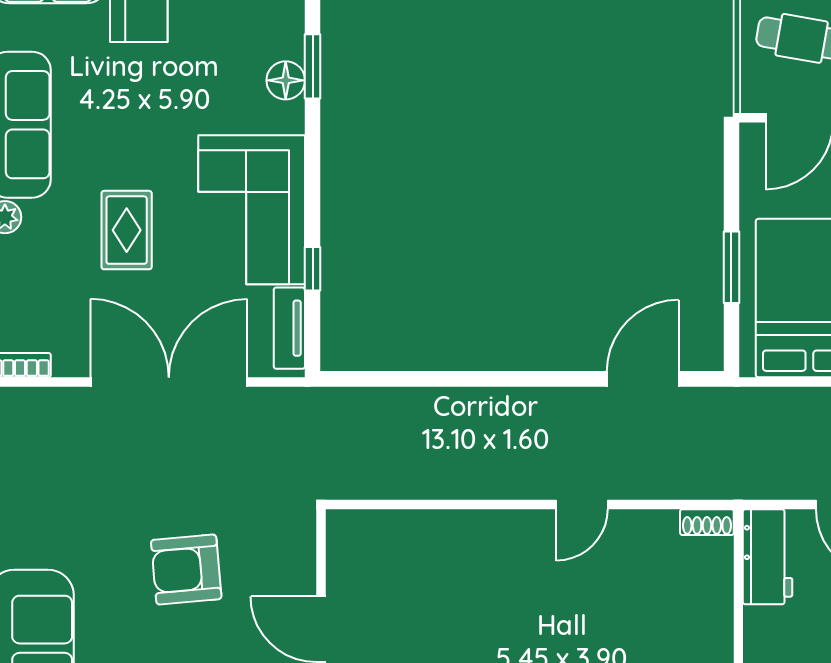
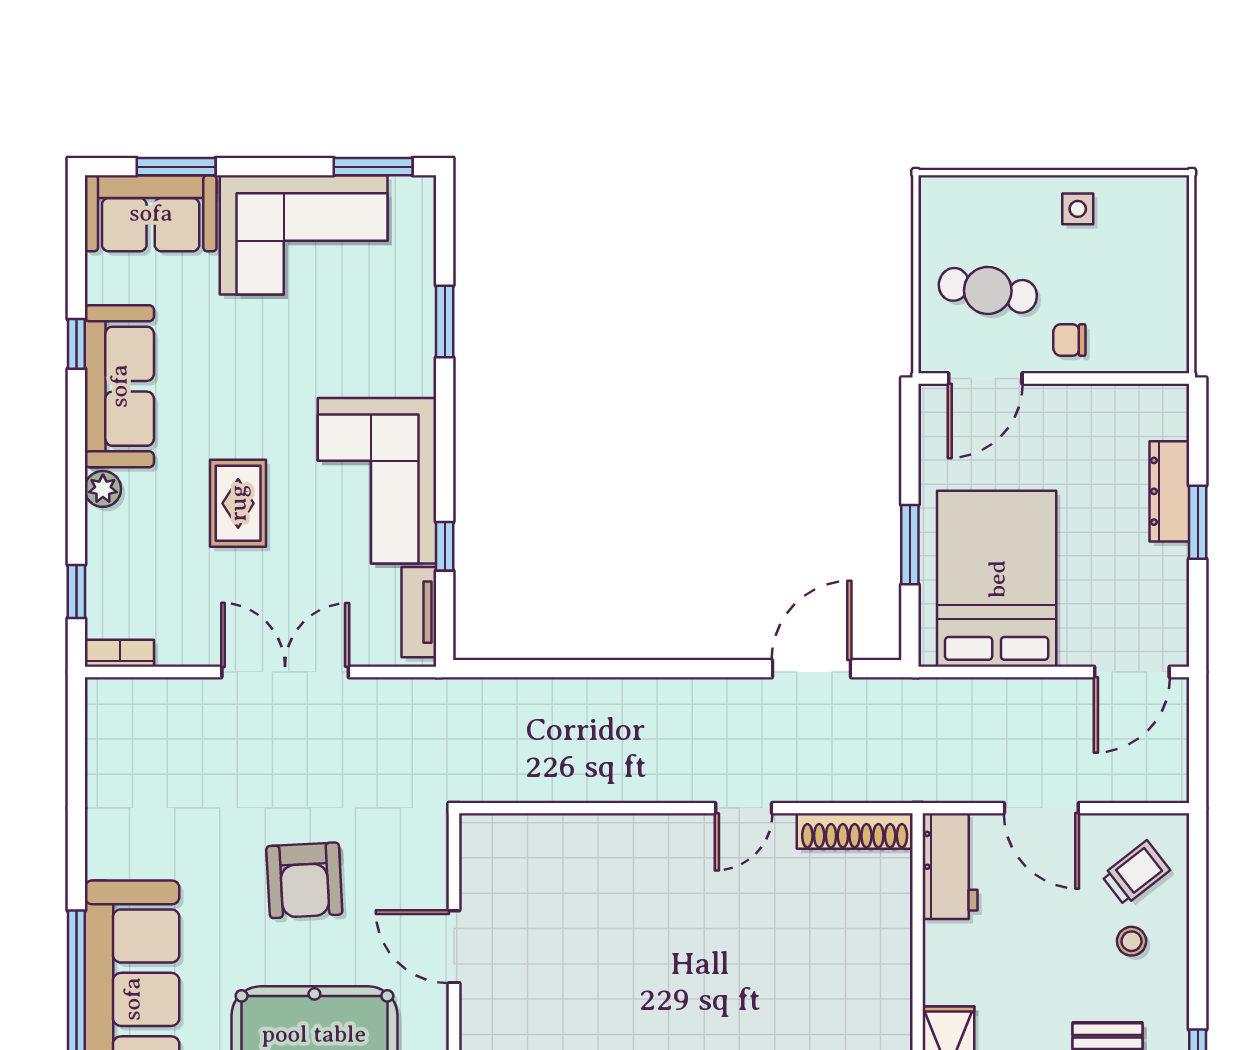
floor lamp: (286, 80) -> (415, 337), removed
double door: (169, 382) -> (285, 672), width x0.73
shoe rack: (707, 522) -> (855, 831), width x1.94, depth x1.24
armchair: (186, 569) -> (304, 880), turned -88

